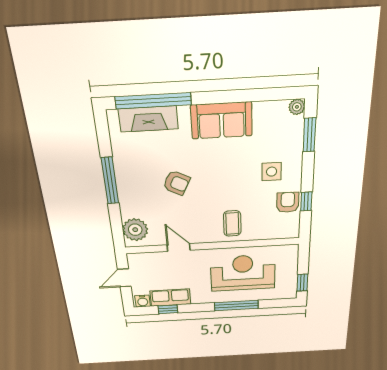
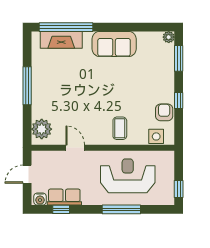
side table: (272, 172) -> (156, 136), moved
armchair: (177, 183) -> (78, 90), removed
window: (306, 201) -> (179, 100), moved

